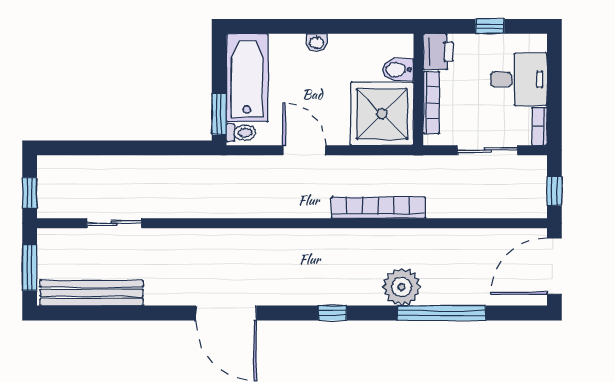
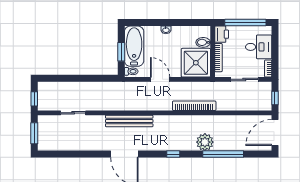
window: (490, 26) -> (245, 23), width x3.17
window: (219, 114) -> (121, 52), moved
bench: (92, 293) -> (129, 121), moved

